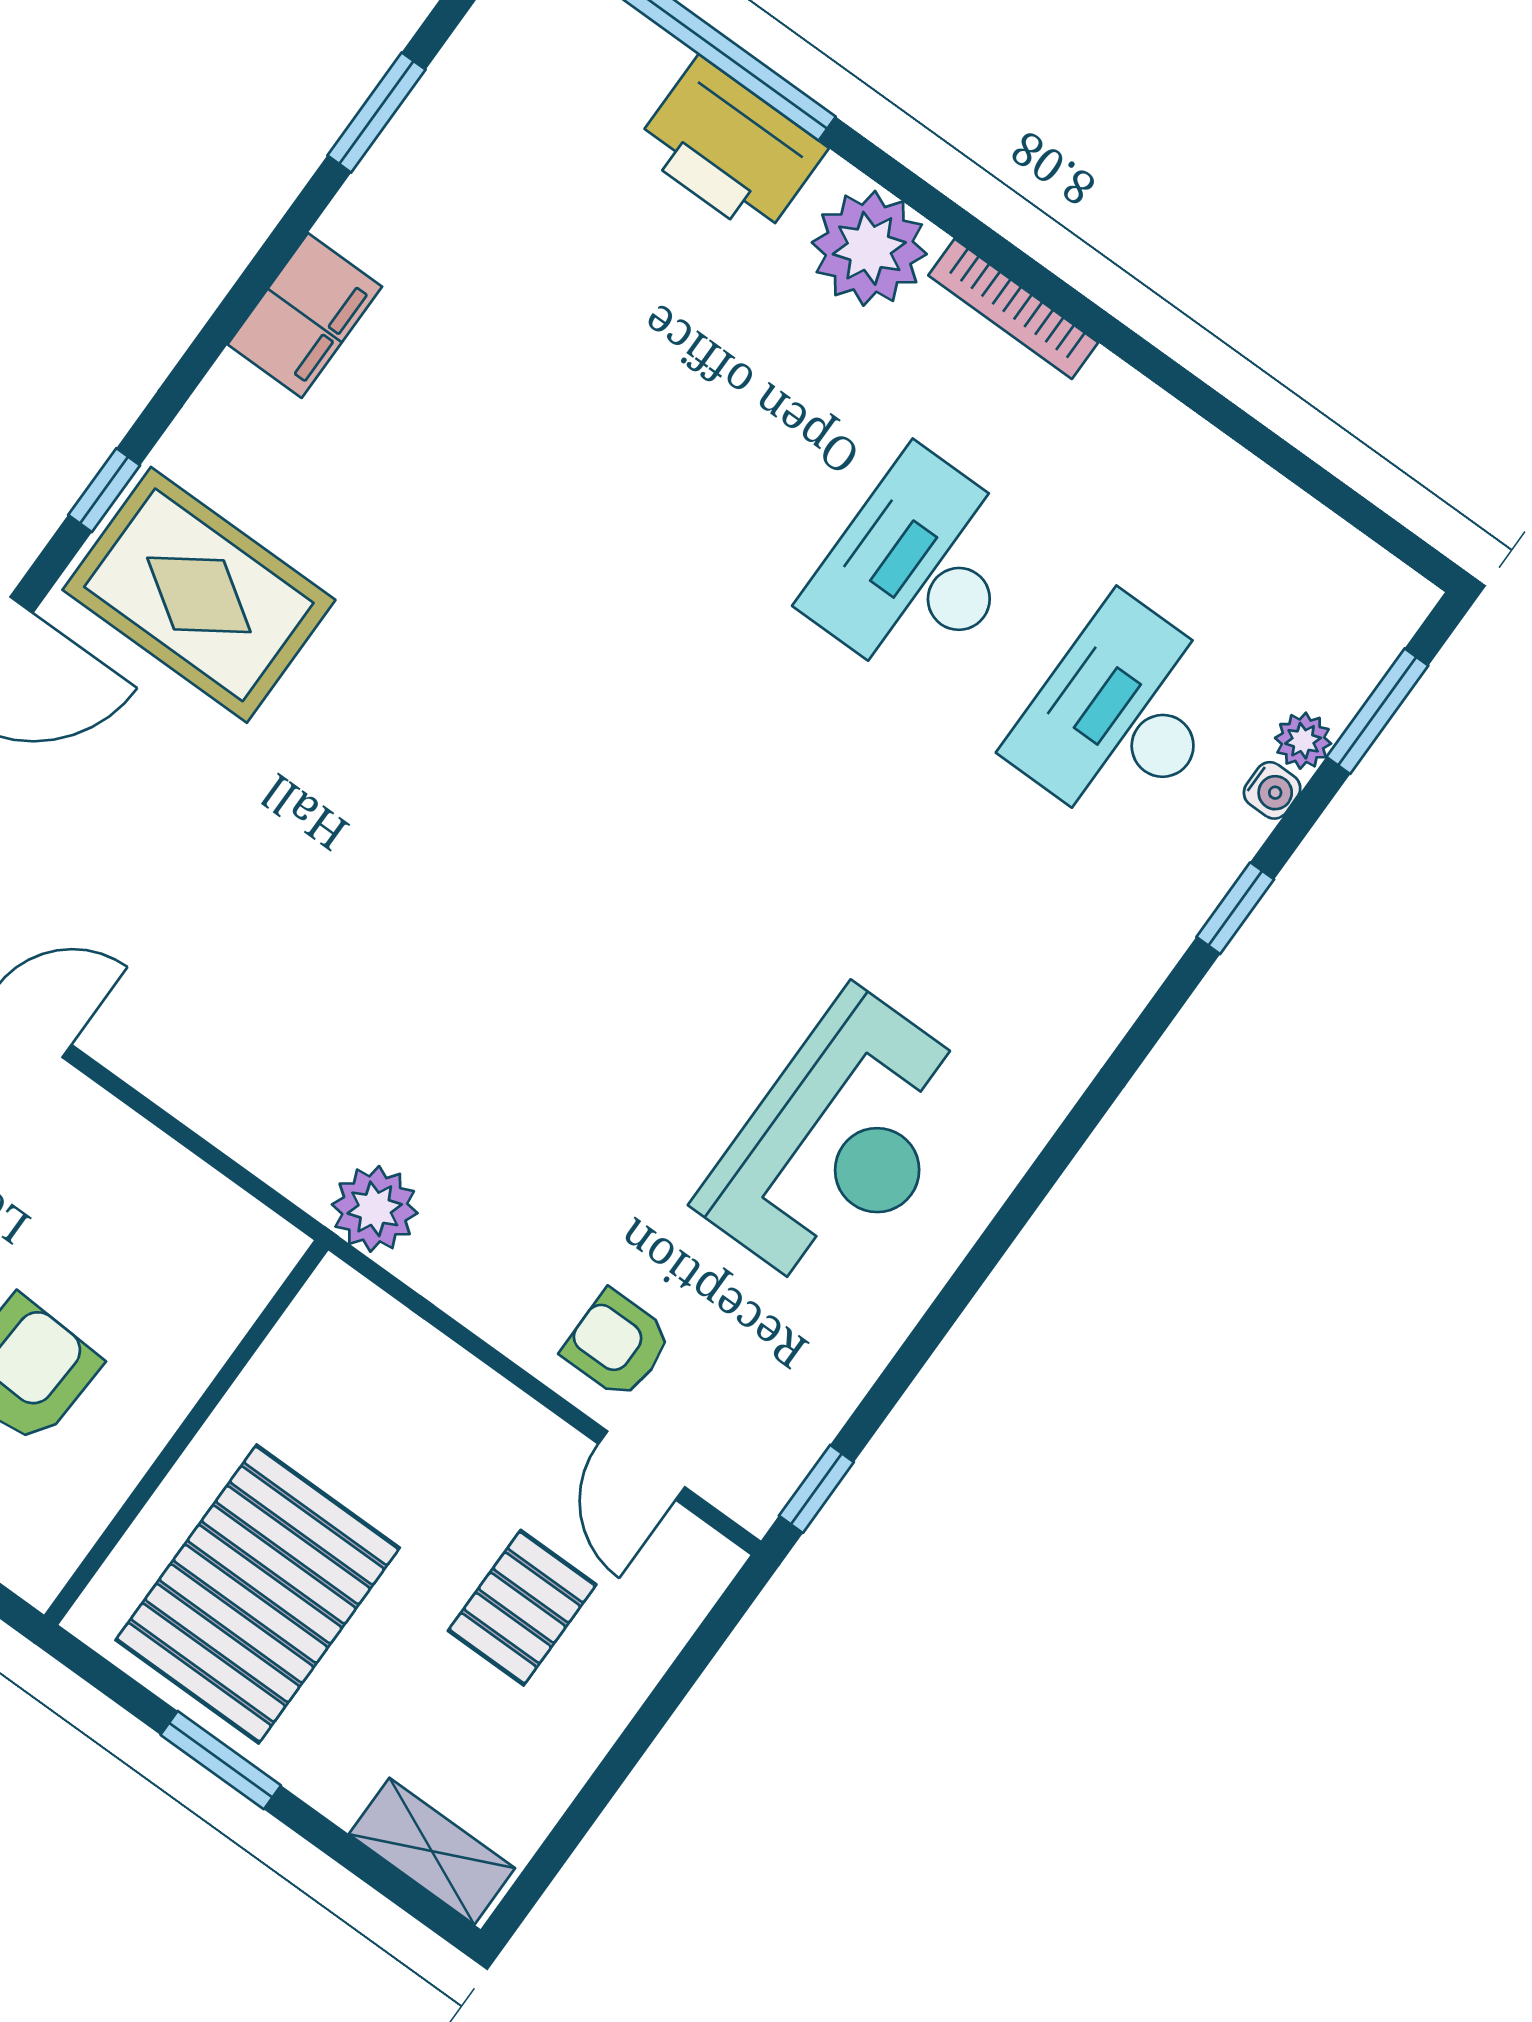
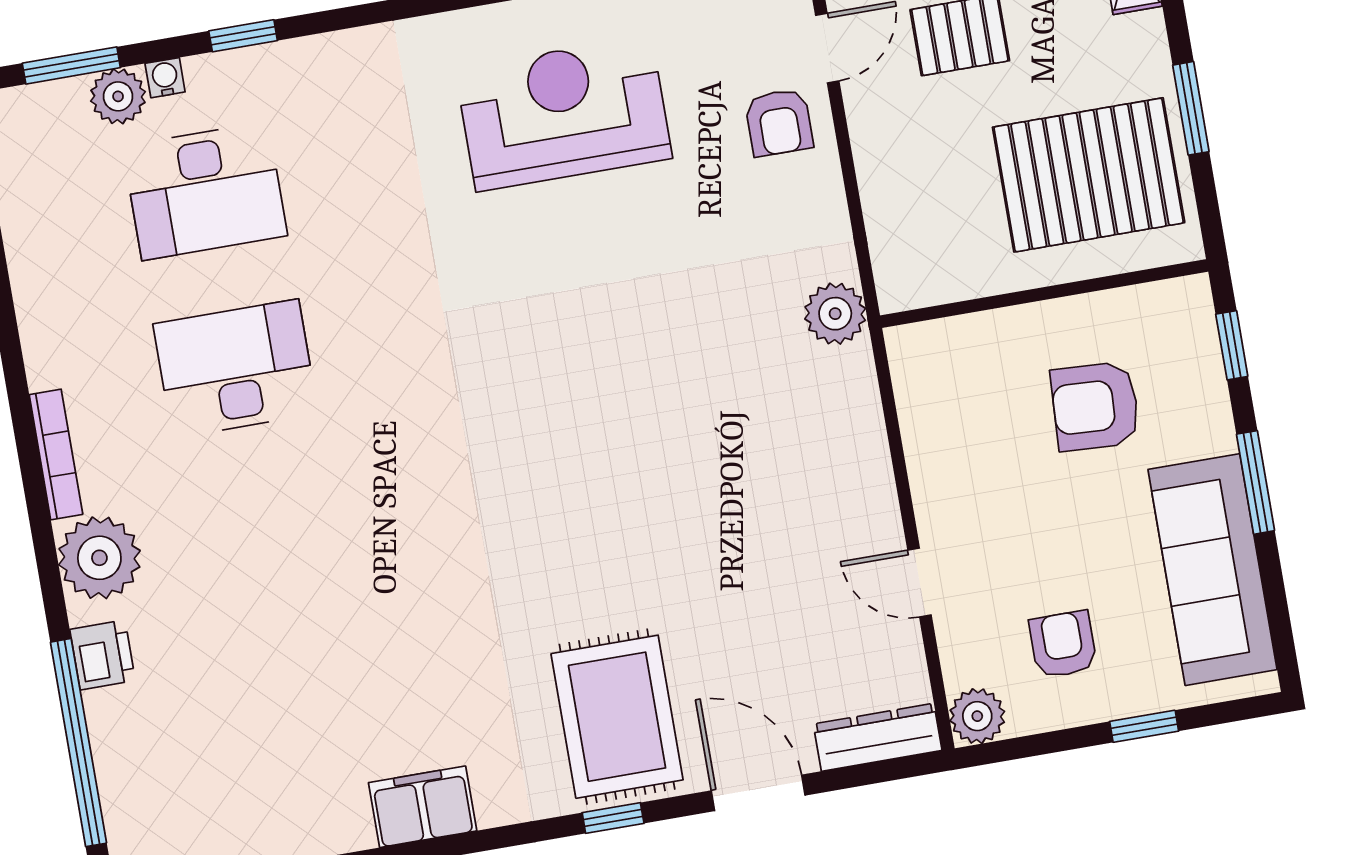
printer: (730, 148) -> (103, 655), width x0.53, depth x0.68
desk: (918, 569) -> (236, 369), turned 180
plant: (1303, 741) -> (118, 96), width x1.38, depth x1.38

